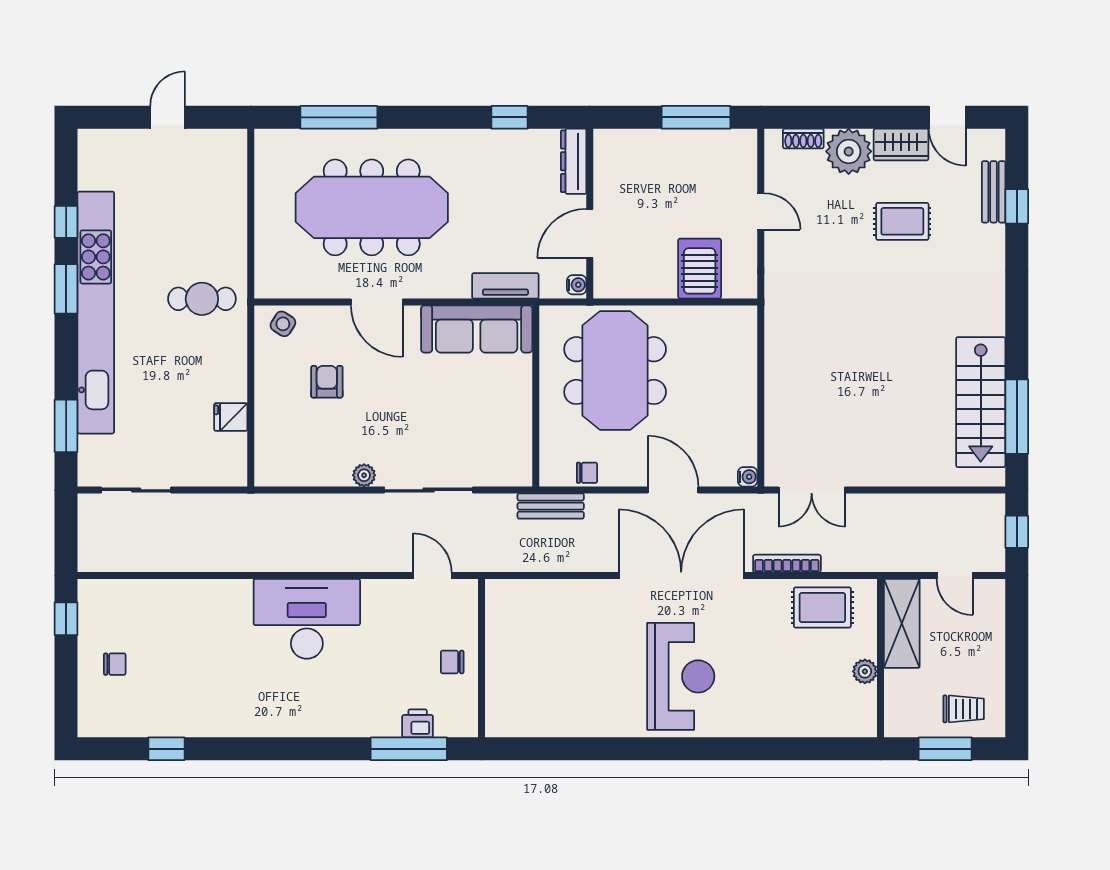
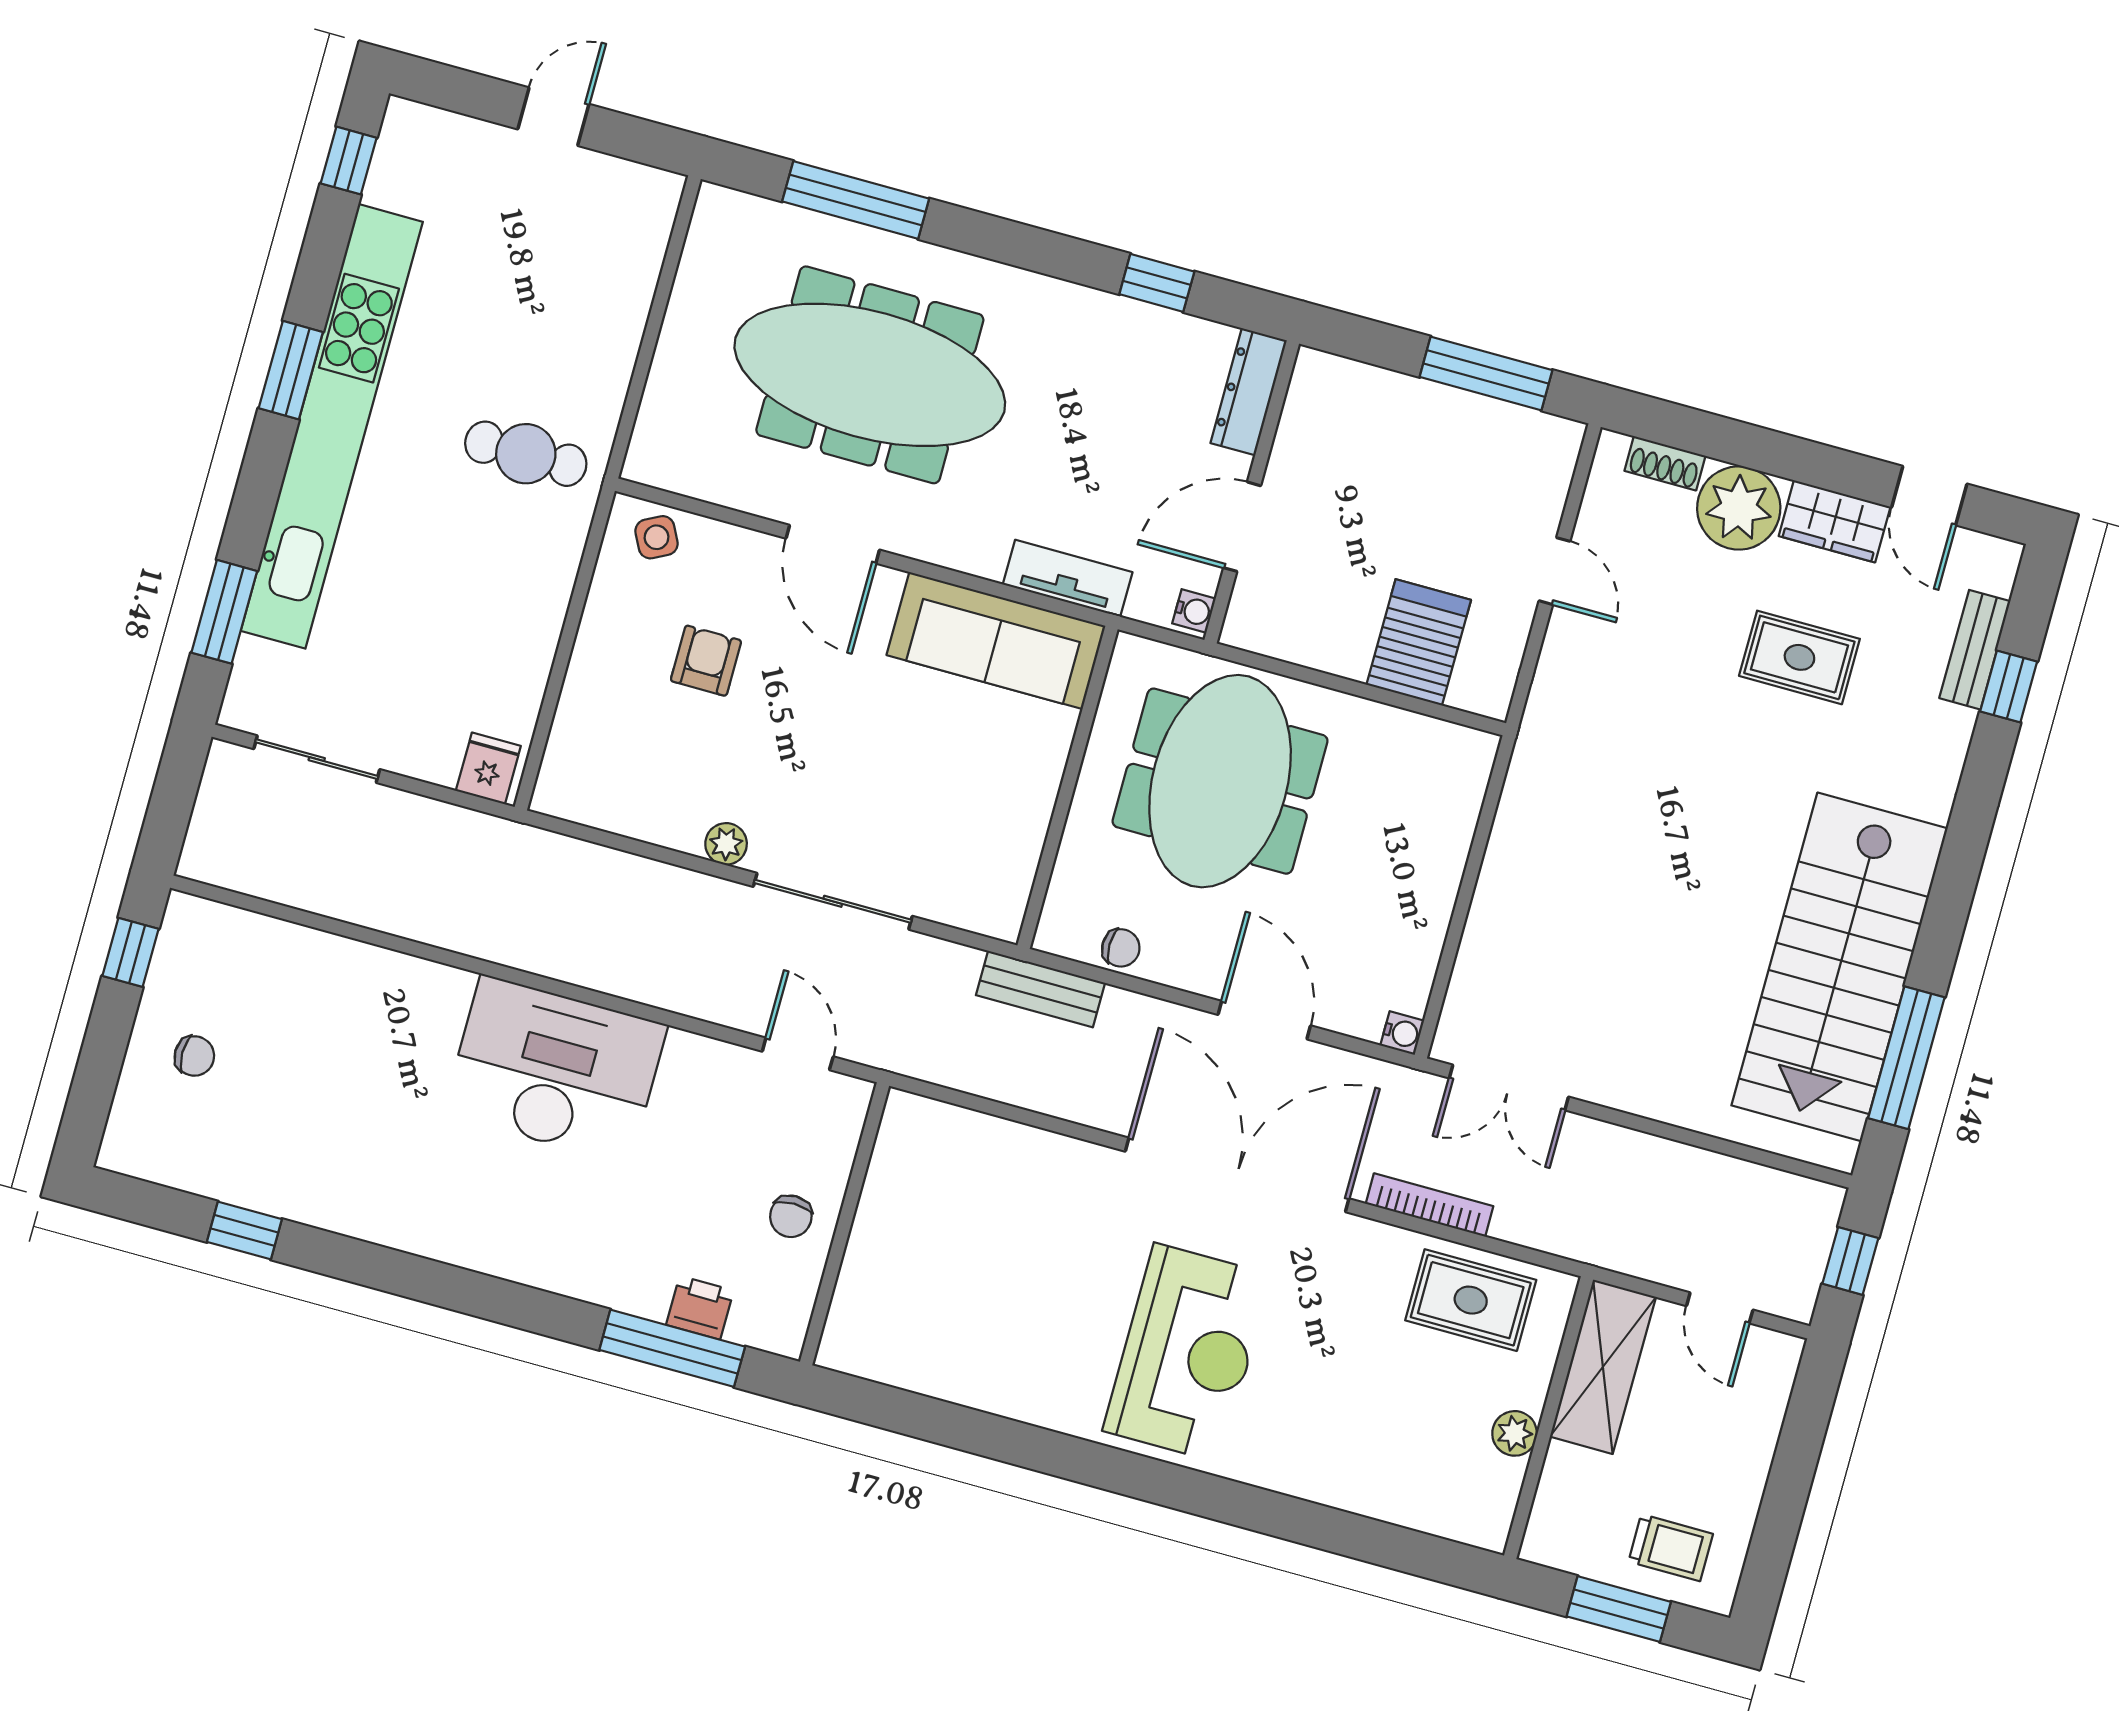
window: (66, 222) -> (349, 161), moved
side table: (283, 324) -> (657, 537), turned 31
stairs: (981, 402) -> (1840, 967), width x1.36, depth x1.51
fridge: (231, 417) -> (488, 768), moved, turned 90
chair: (452, 662) -> (791, 1216), turned -90

